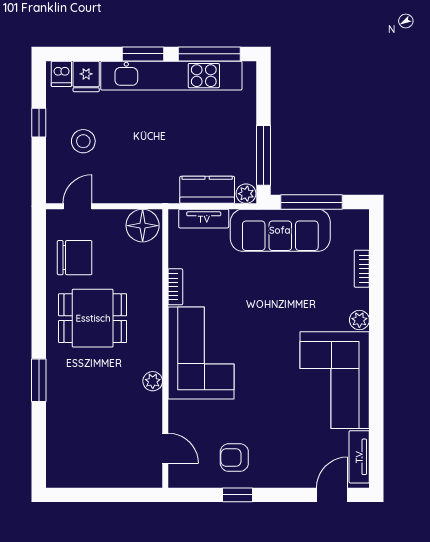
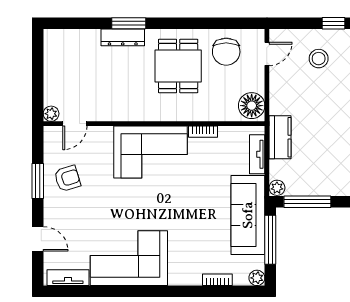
kitchen counter: (207, 190) -> (280, 137), moved
door: (77, 206) -> (267, 54), hinge flipped
plant: (359, 320) -> (257, 278), moved
plant: (153, 381) -> (51, 114), moved
dresser: (57, 388) -> (123, 37), added
armchair: (234, 458) -> (67, 178), turned 73
window: (237, 495) -> (38, 181), width x1.50
door: (332, 495) -> (38, 239), moved

